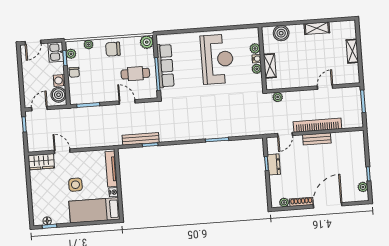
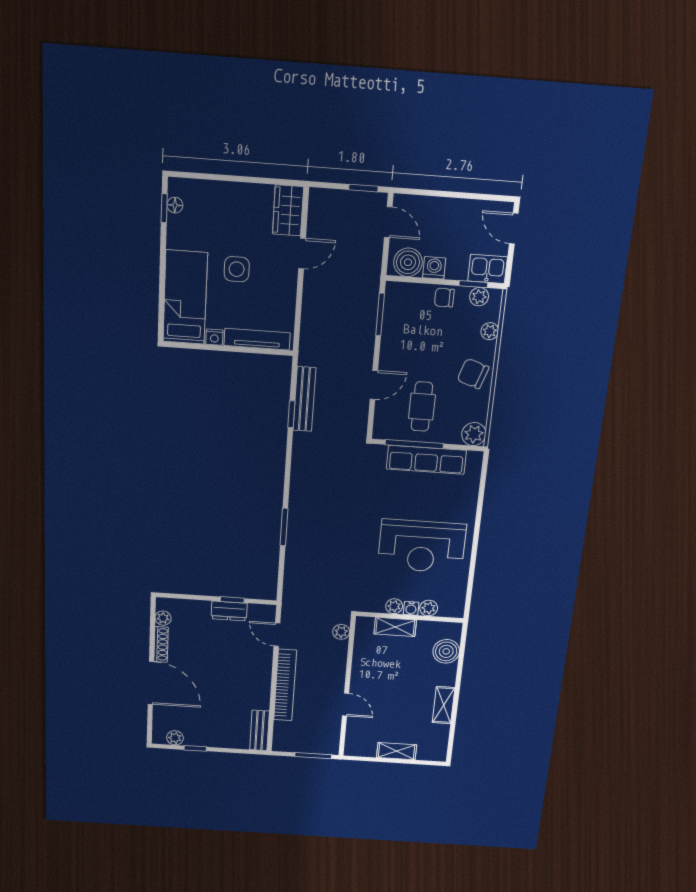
chair: (113, 49) -> (473, 374), turned -72
bench: (317, 139) -> (260, 730), moved

